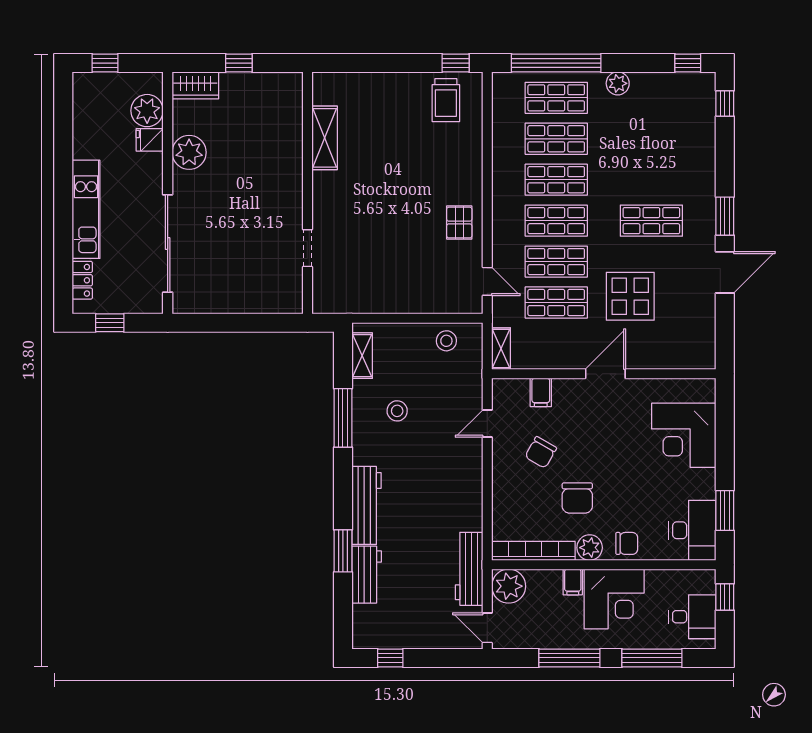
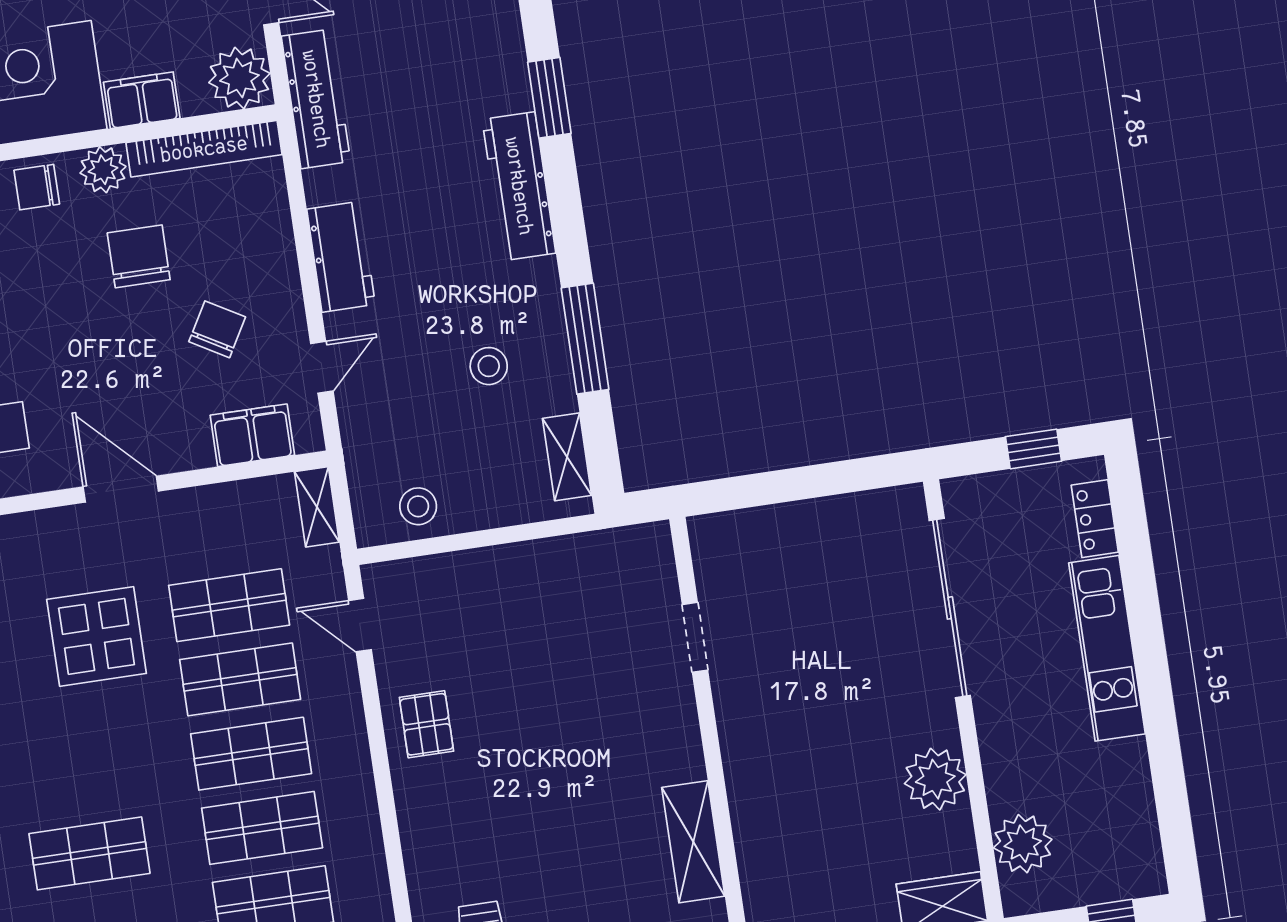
fridge: (150, 140) -> (1010, 791), removed
shop shelf: (651, 221) -> (90, 853), moved
door: (605, 374) -> (121, 489), swing flipped
filing cabinet: (541, 392) -> (252, 435), width x2.00
workbench: (367, 575) -> (341, 257), moved, turned 180
filing cabinet: (573, 582) -> (142, 100), width x2.00

